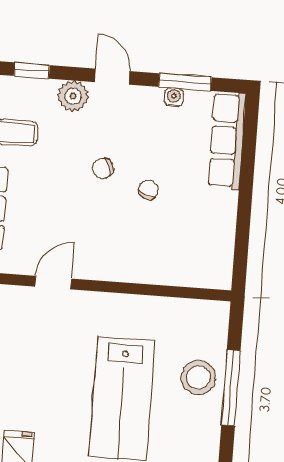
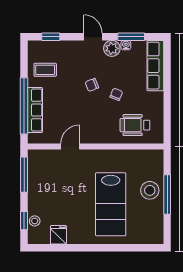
plant: (73, 96) -> (112, 48), moved
wheelchair: (180, 251) -> (135, 125), added

